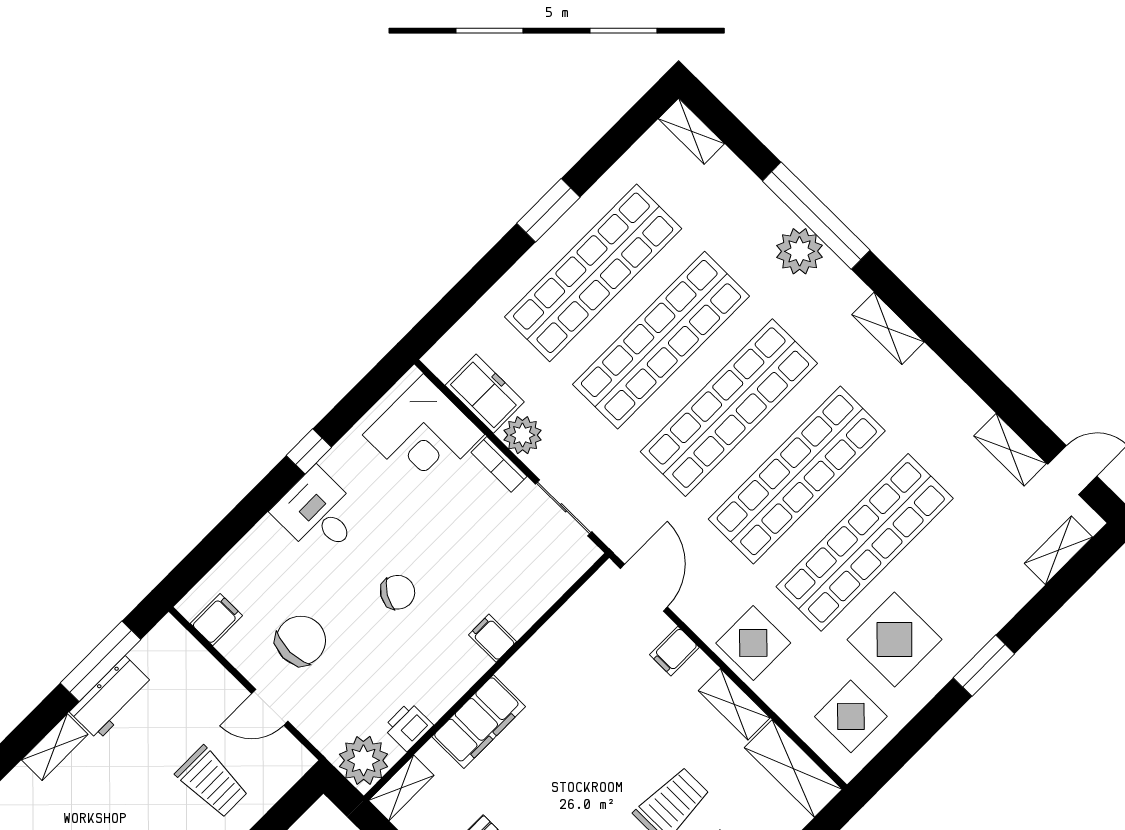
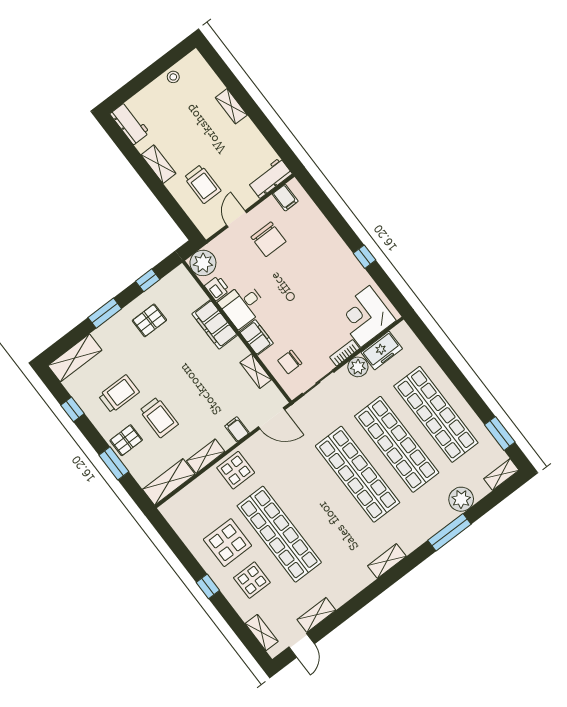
window: (548, 210) -> (500, 433), moved
window: (816, 216) -> (449, 532), width x0.68
plant: (800, 251) -> (461, 499), moved
shop shelf: (797, 475) -> (318, 504), removed
desk: (318, 513) -> (243, 305), moved, turned 180
chair: (398, 592) -> (290, 362), moved, turned 59
filing cabinet: (492, 638) -> (256, 337), width x2.00
window: (101, 661) -> (272, 136), removed
window: (984, 666) -> (208, 586), width x0.67
workbench: (112, 698) -> (270, 178), moved, turned 90
display table: (851, 716) -> (252, 580), moved
trolley: (212, 782) -> (202, 184), turned -90
shelving: (401, 788) -> (256, 371), moved

